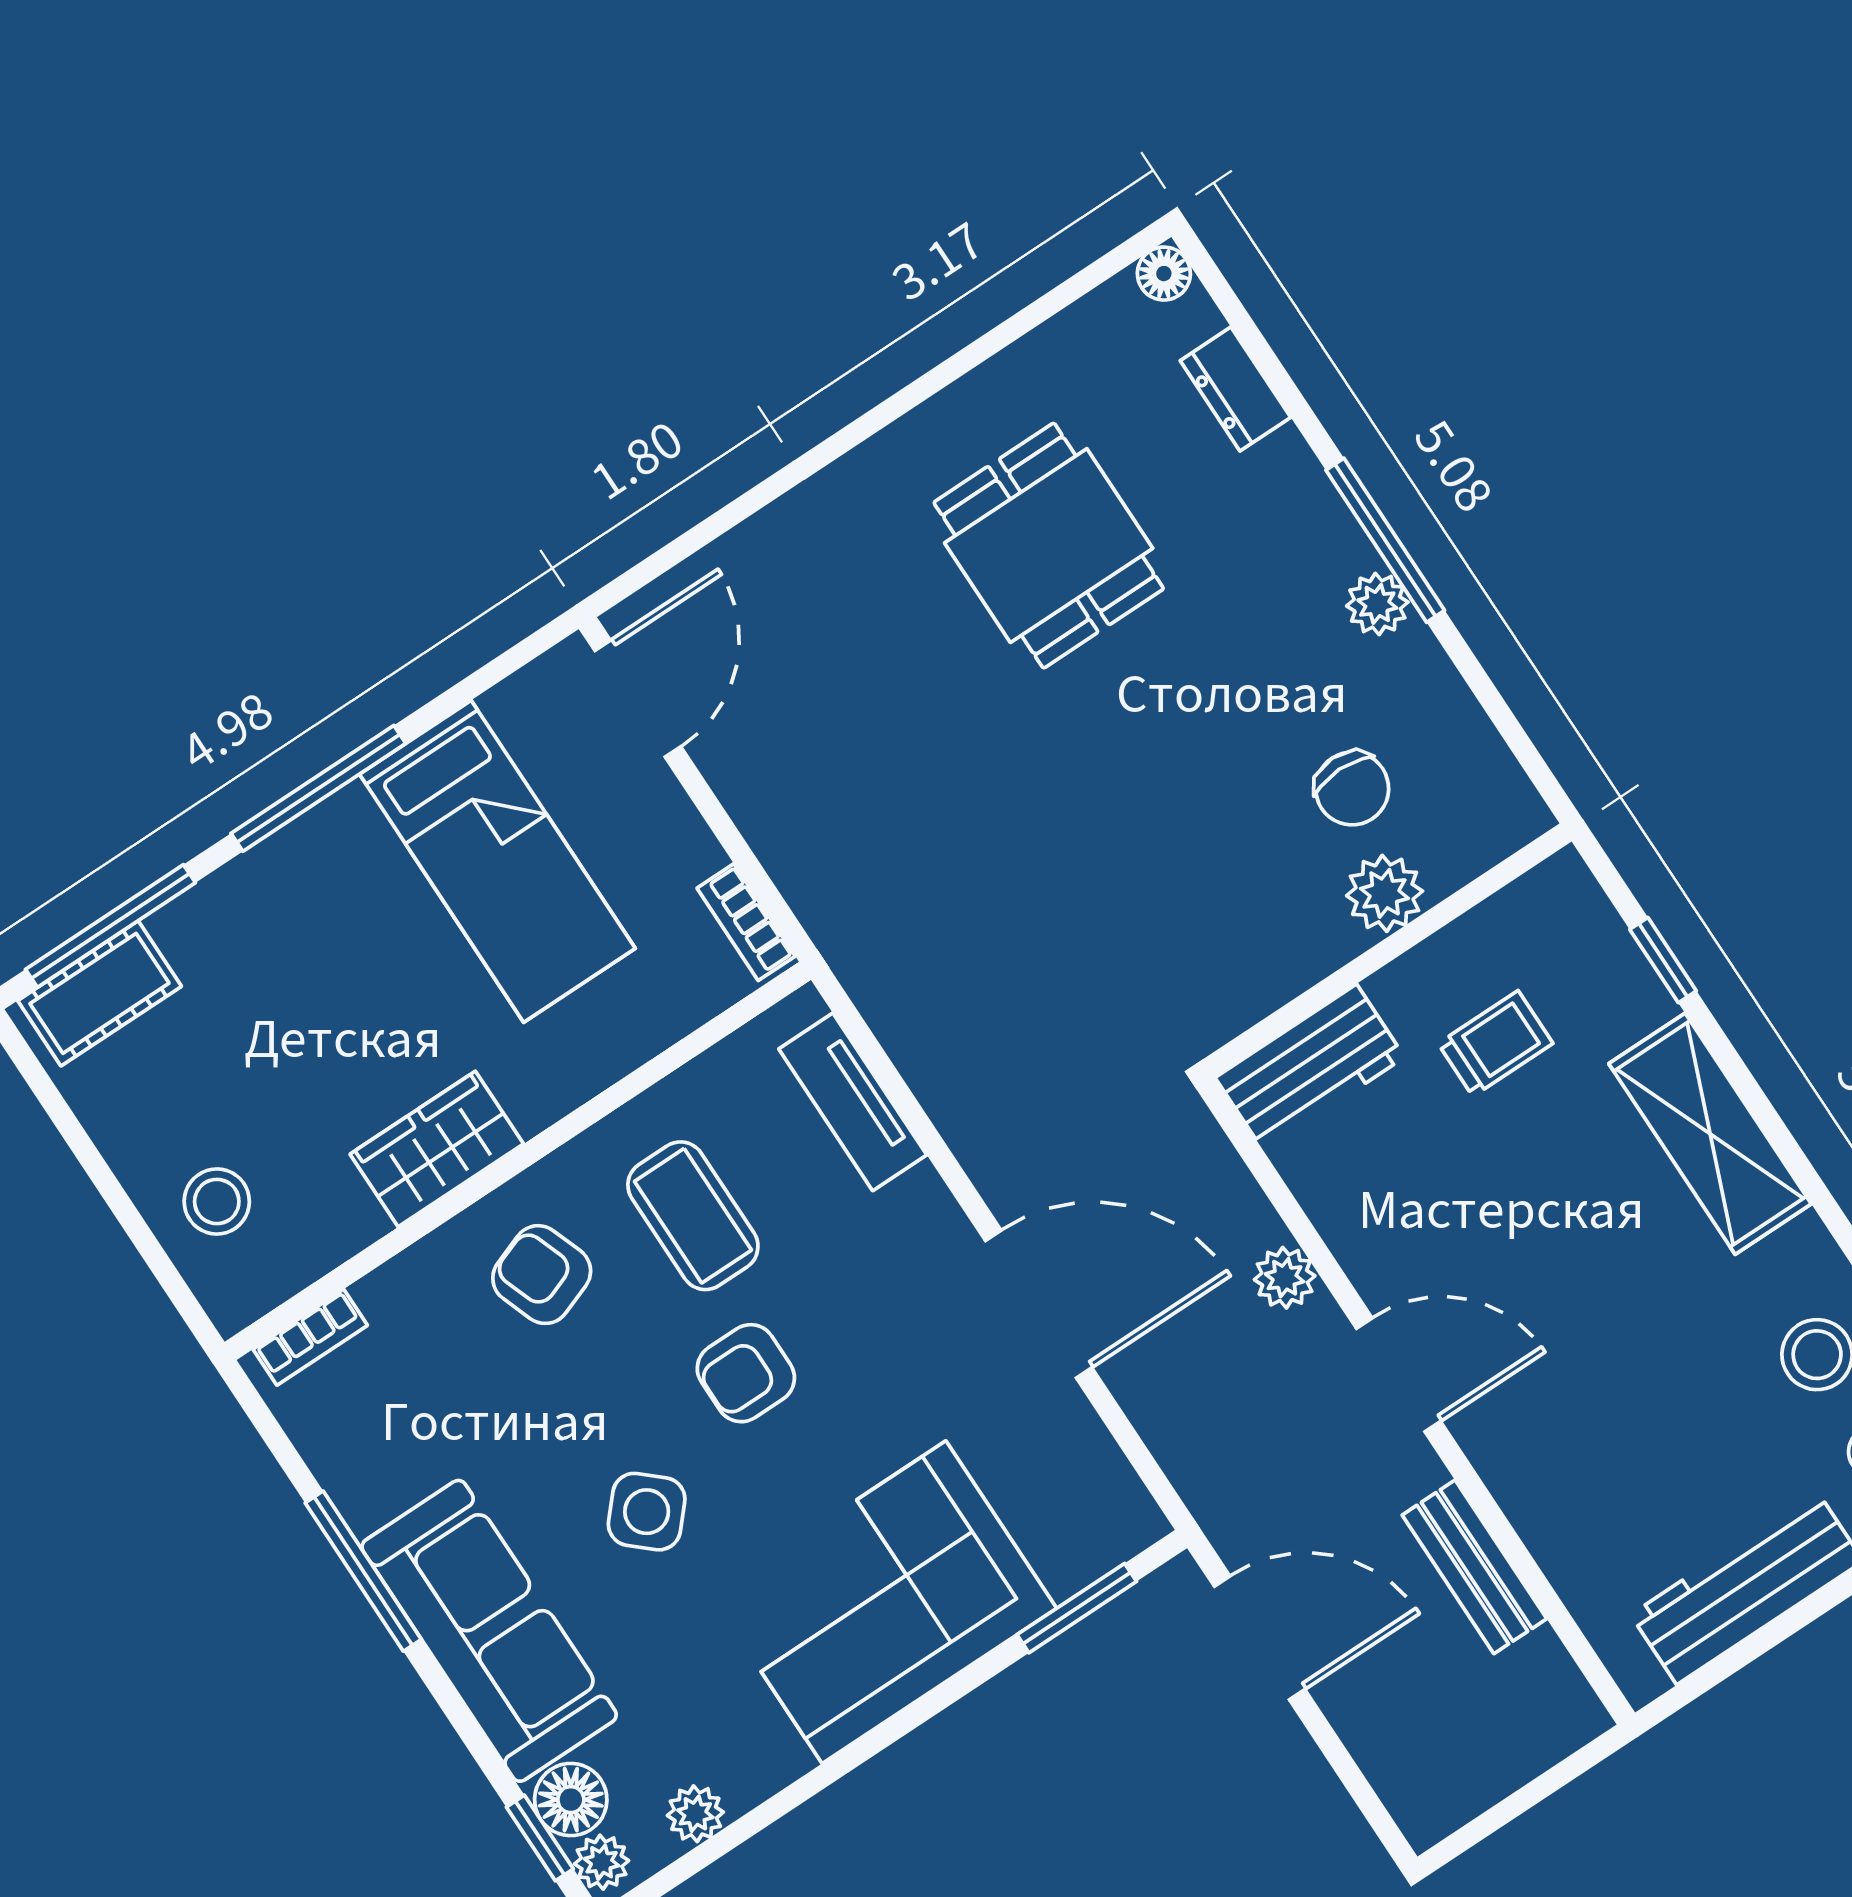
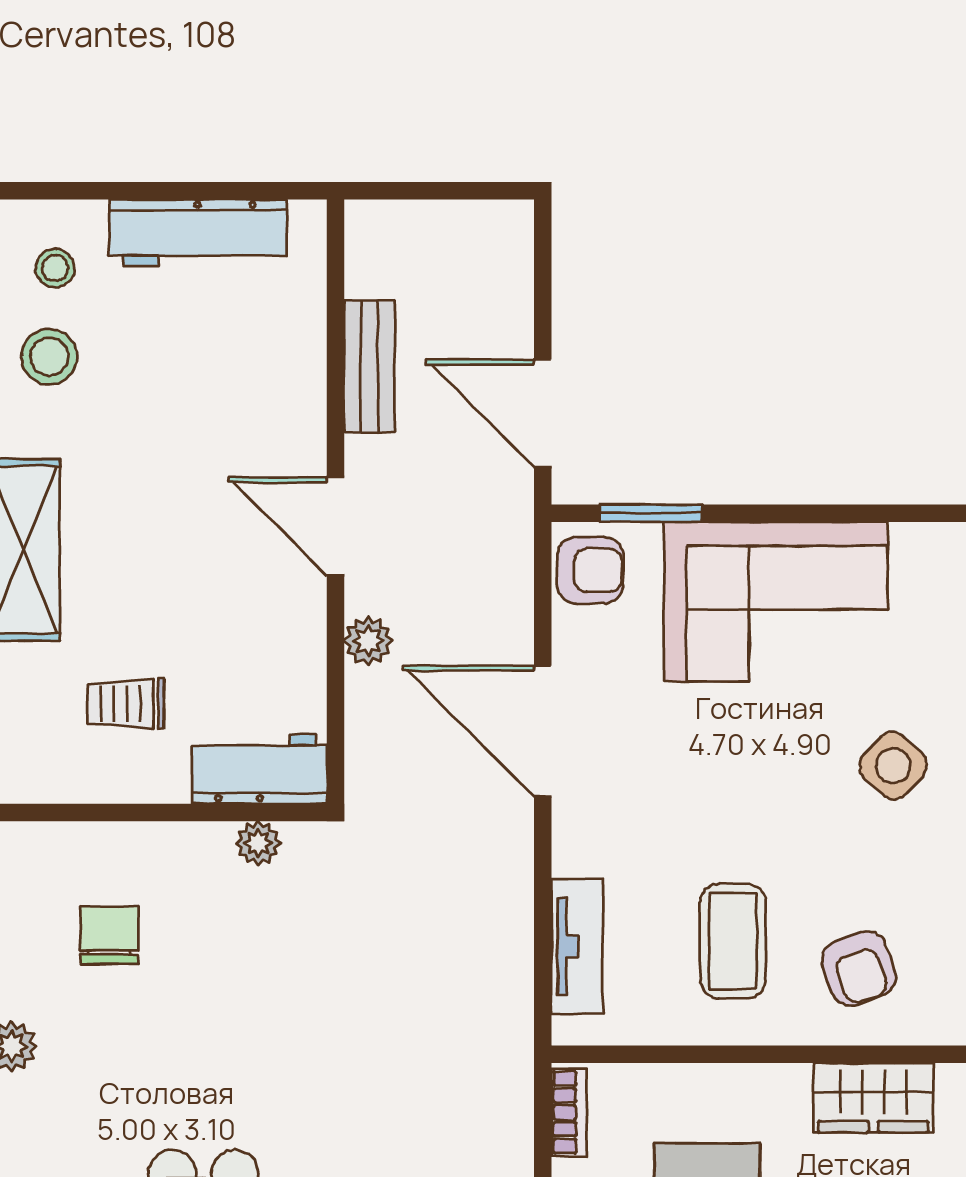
plant: (1385, 893) -> (258, 843), moved, width x0.73, depth x0.73
armchair: (746, 1373) -> (590, 570), moved

